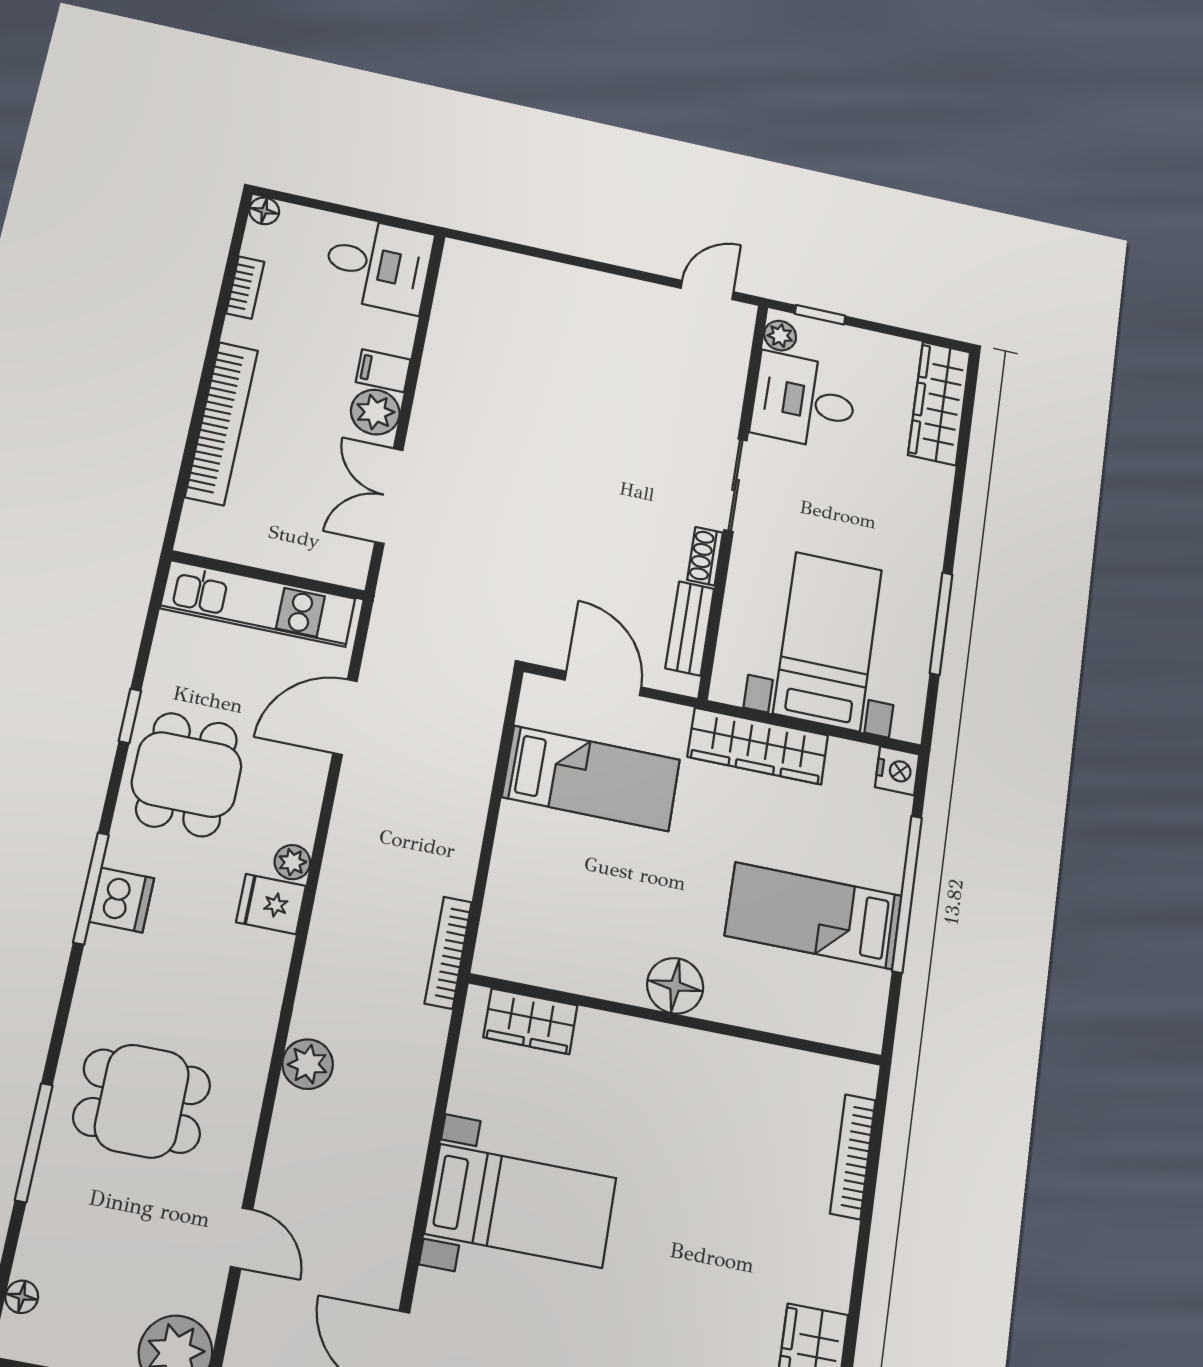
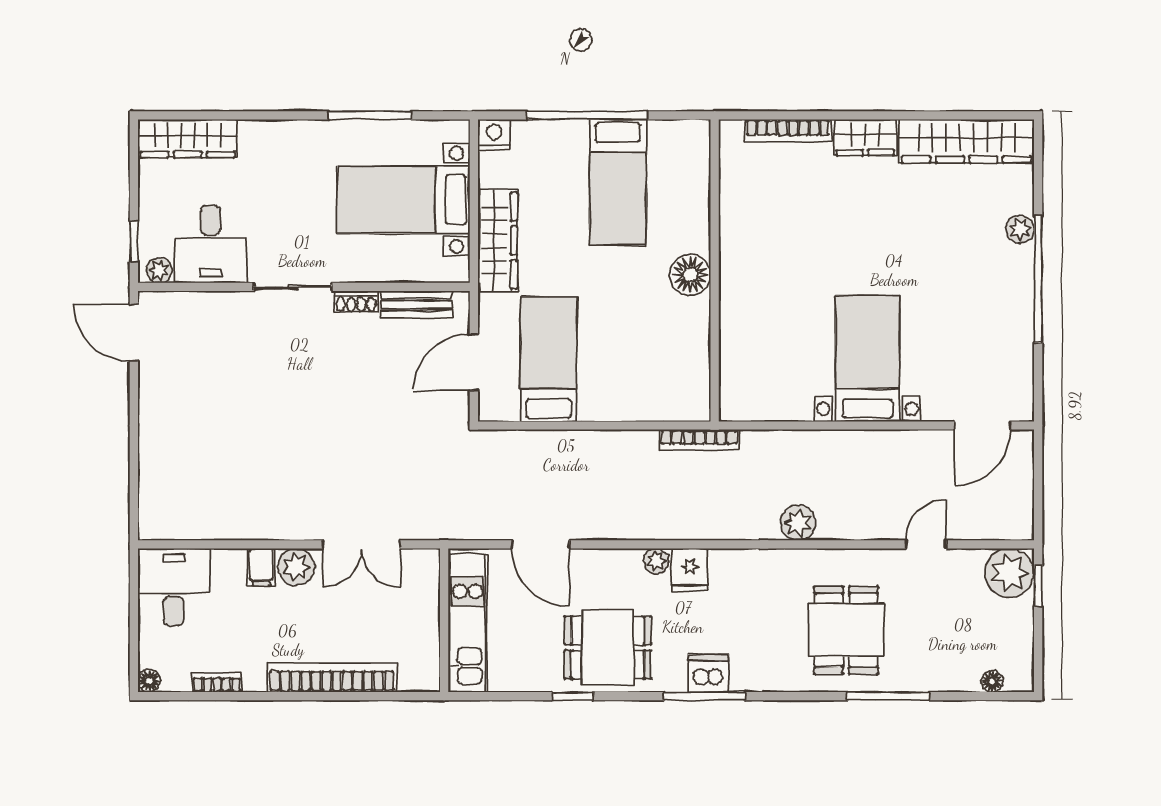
door: (707, 290) -> (134, 332), width x1.38
wardrobe: (530, 1021) -> (865, 137), moved, turned 90

